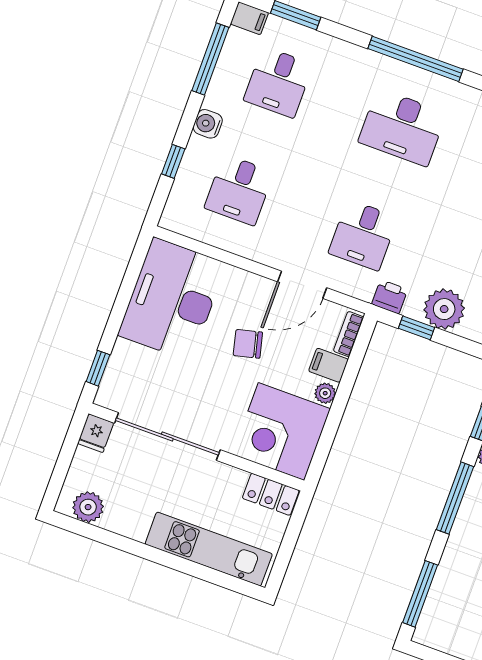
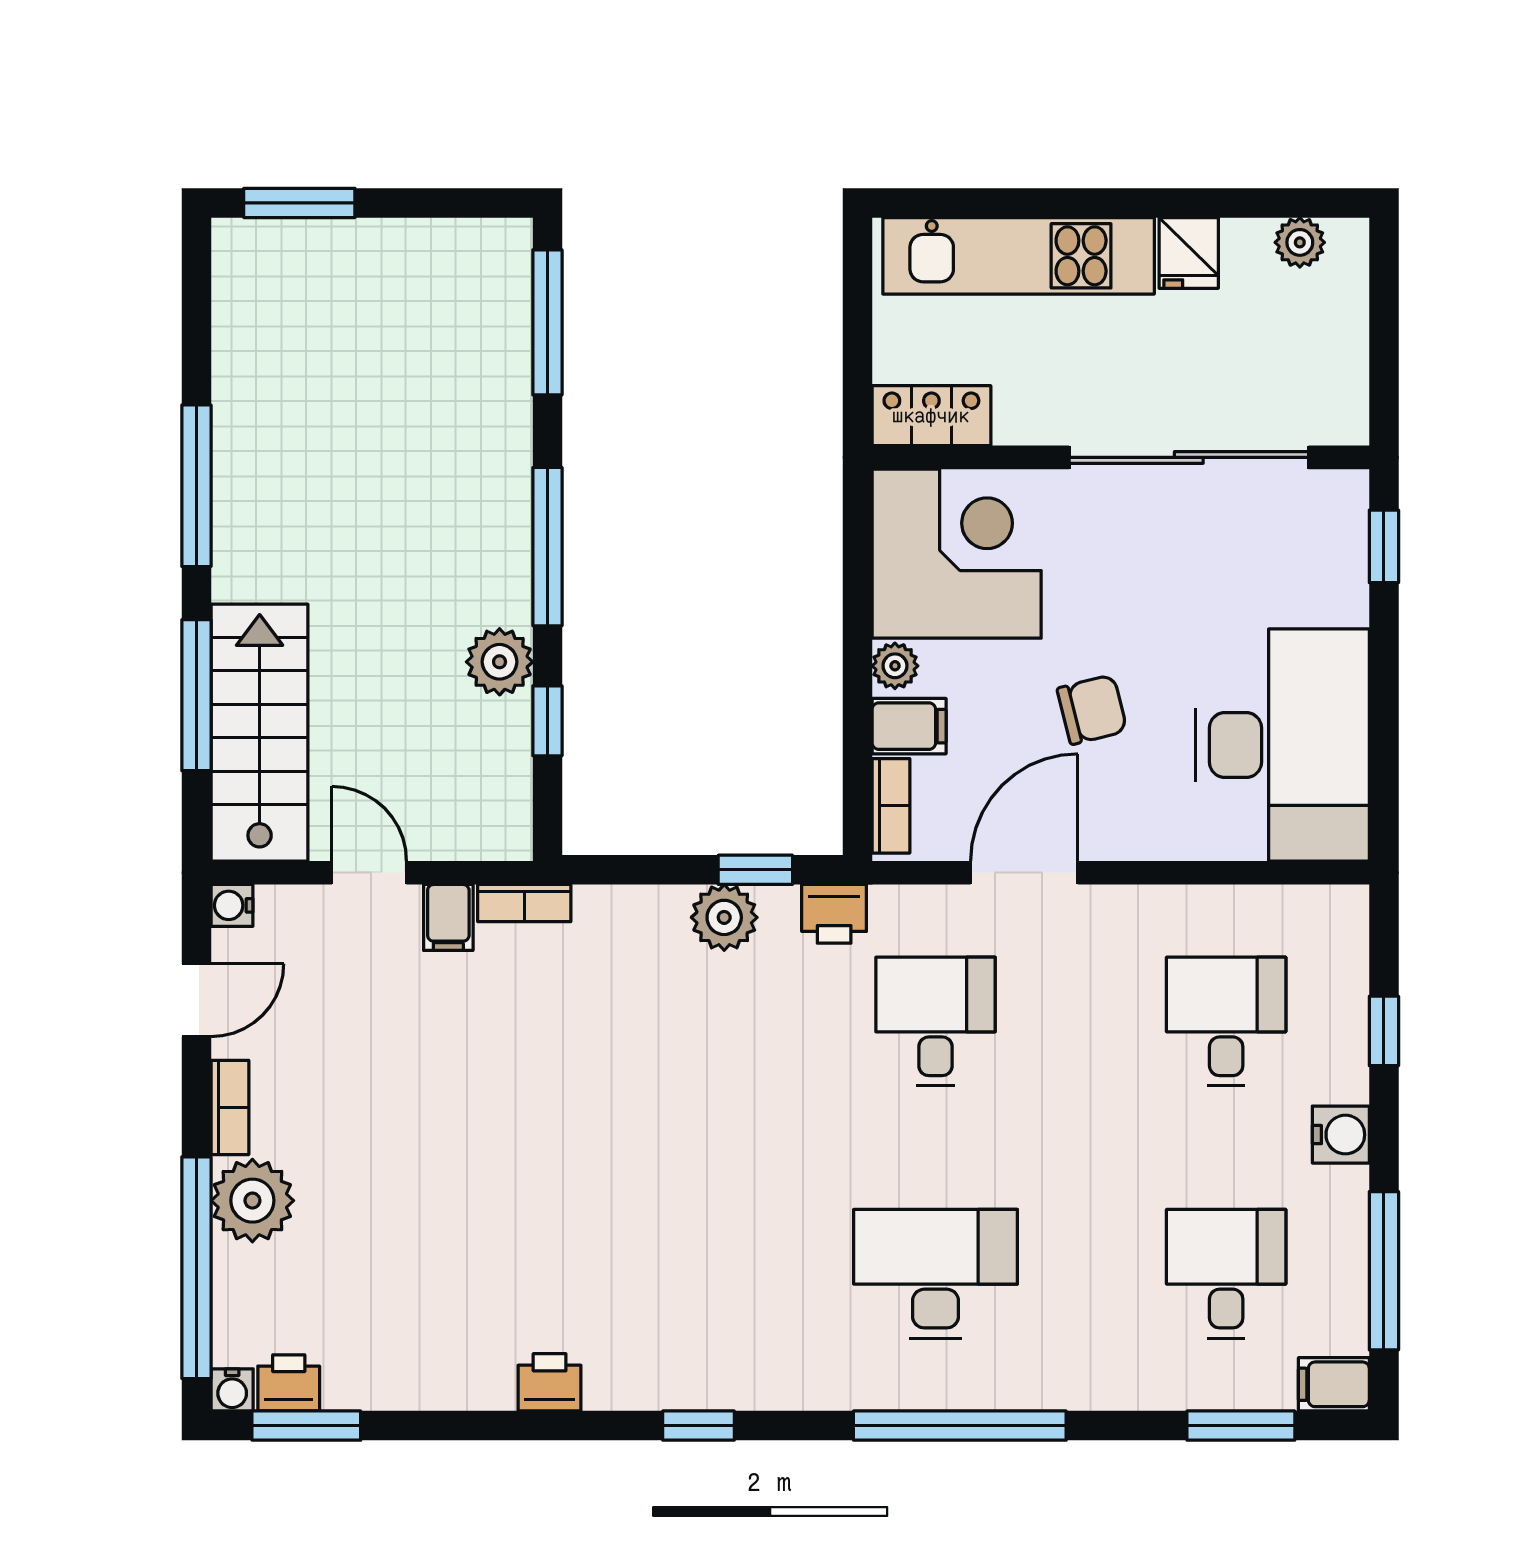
plant: (444, 309) -> (724, 917), width x0.73, depth x0.73
fridge: (96, 433) -> (1189, 253), moved, turned 180
plant: (88, 507) -> (1300, 242), width x0.73, depth x0.73

